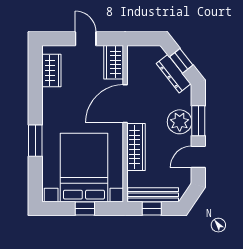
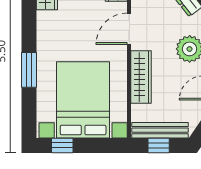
door: (125, 104) -> (129, 29), width x0.73
window: (85, 208) -> (62, 145), moved

